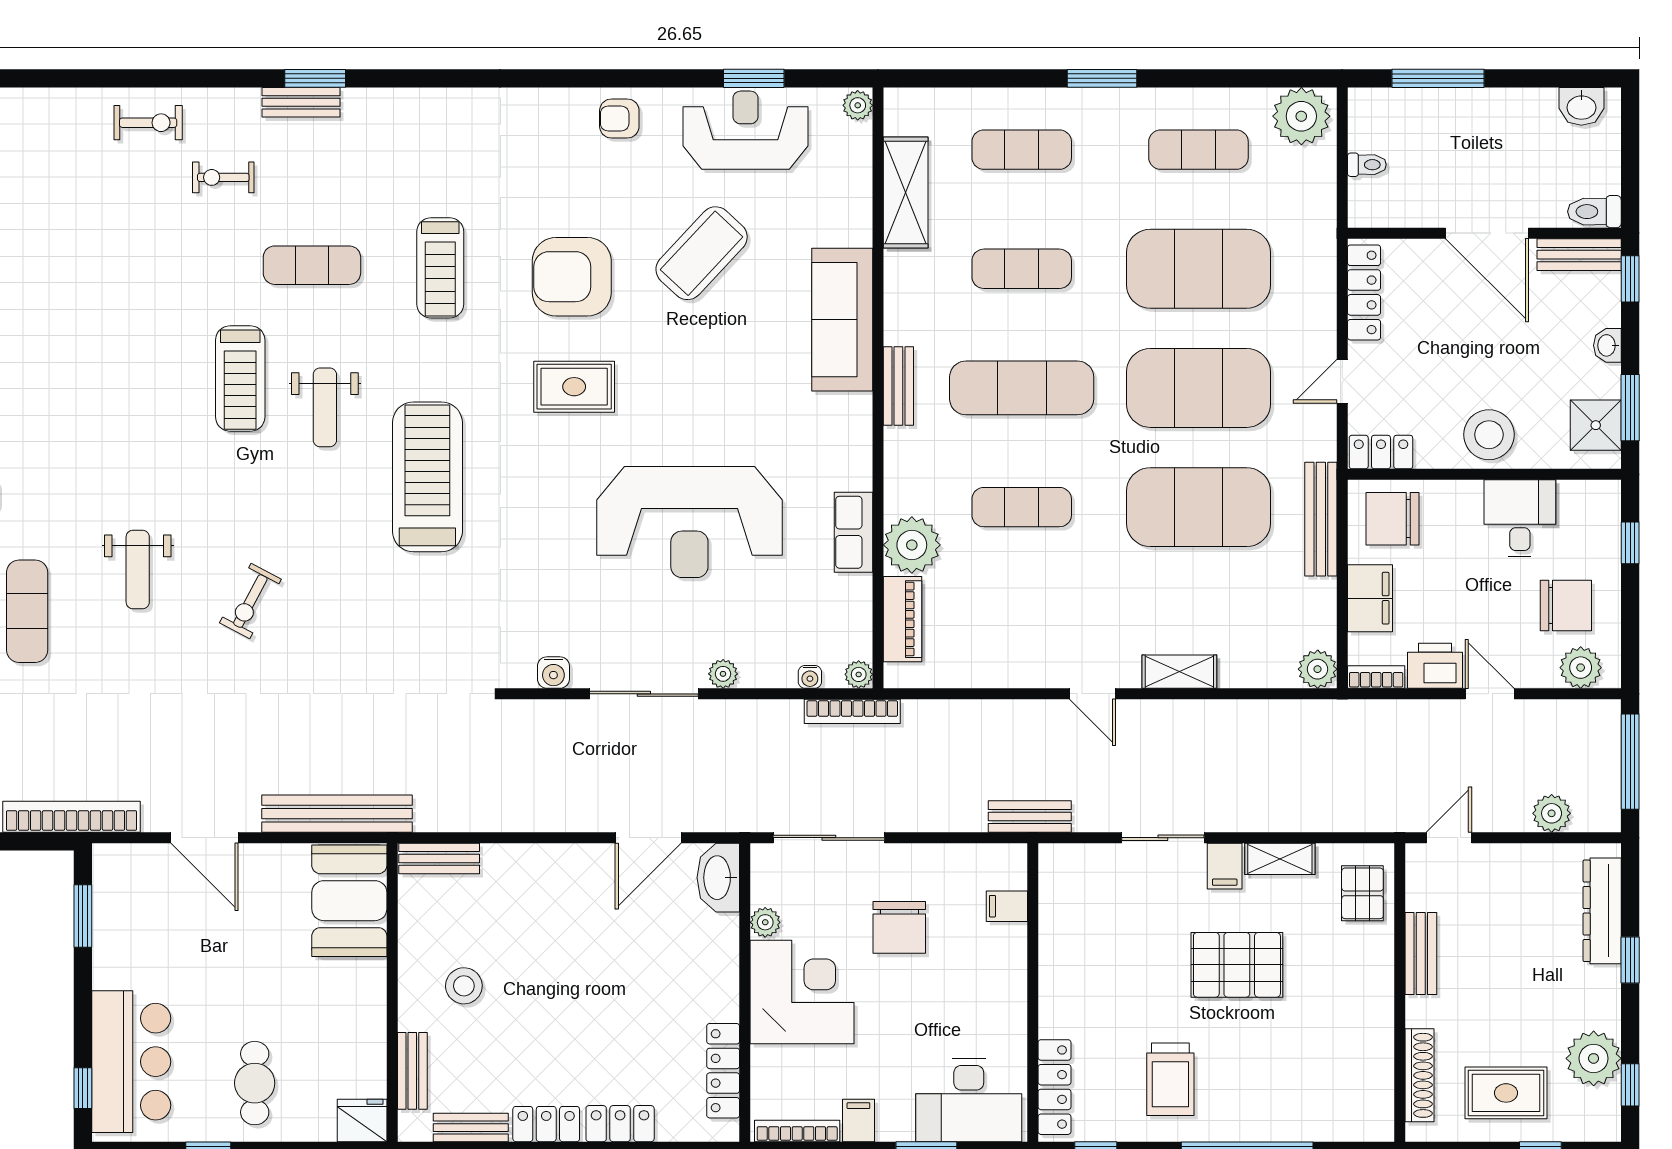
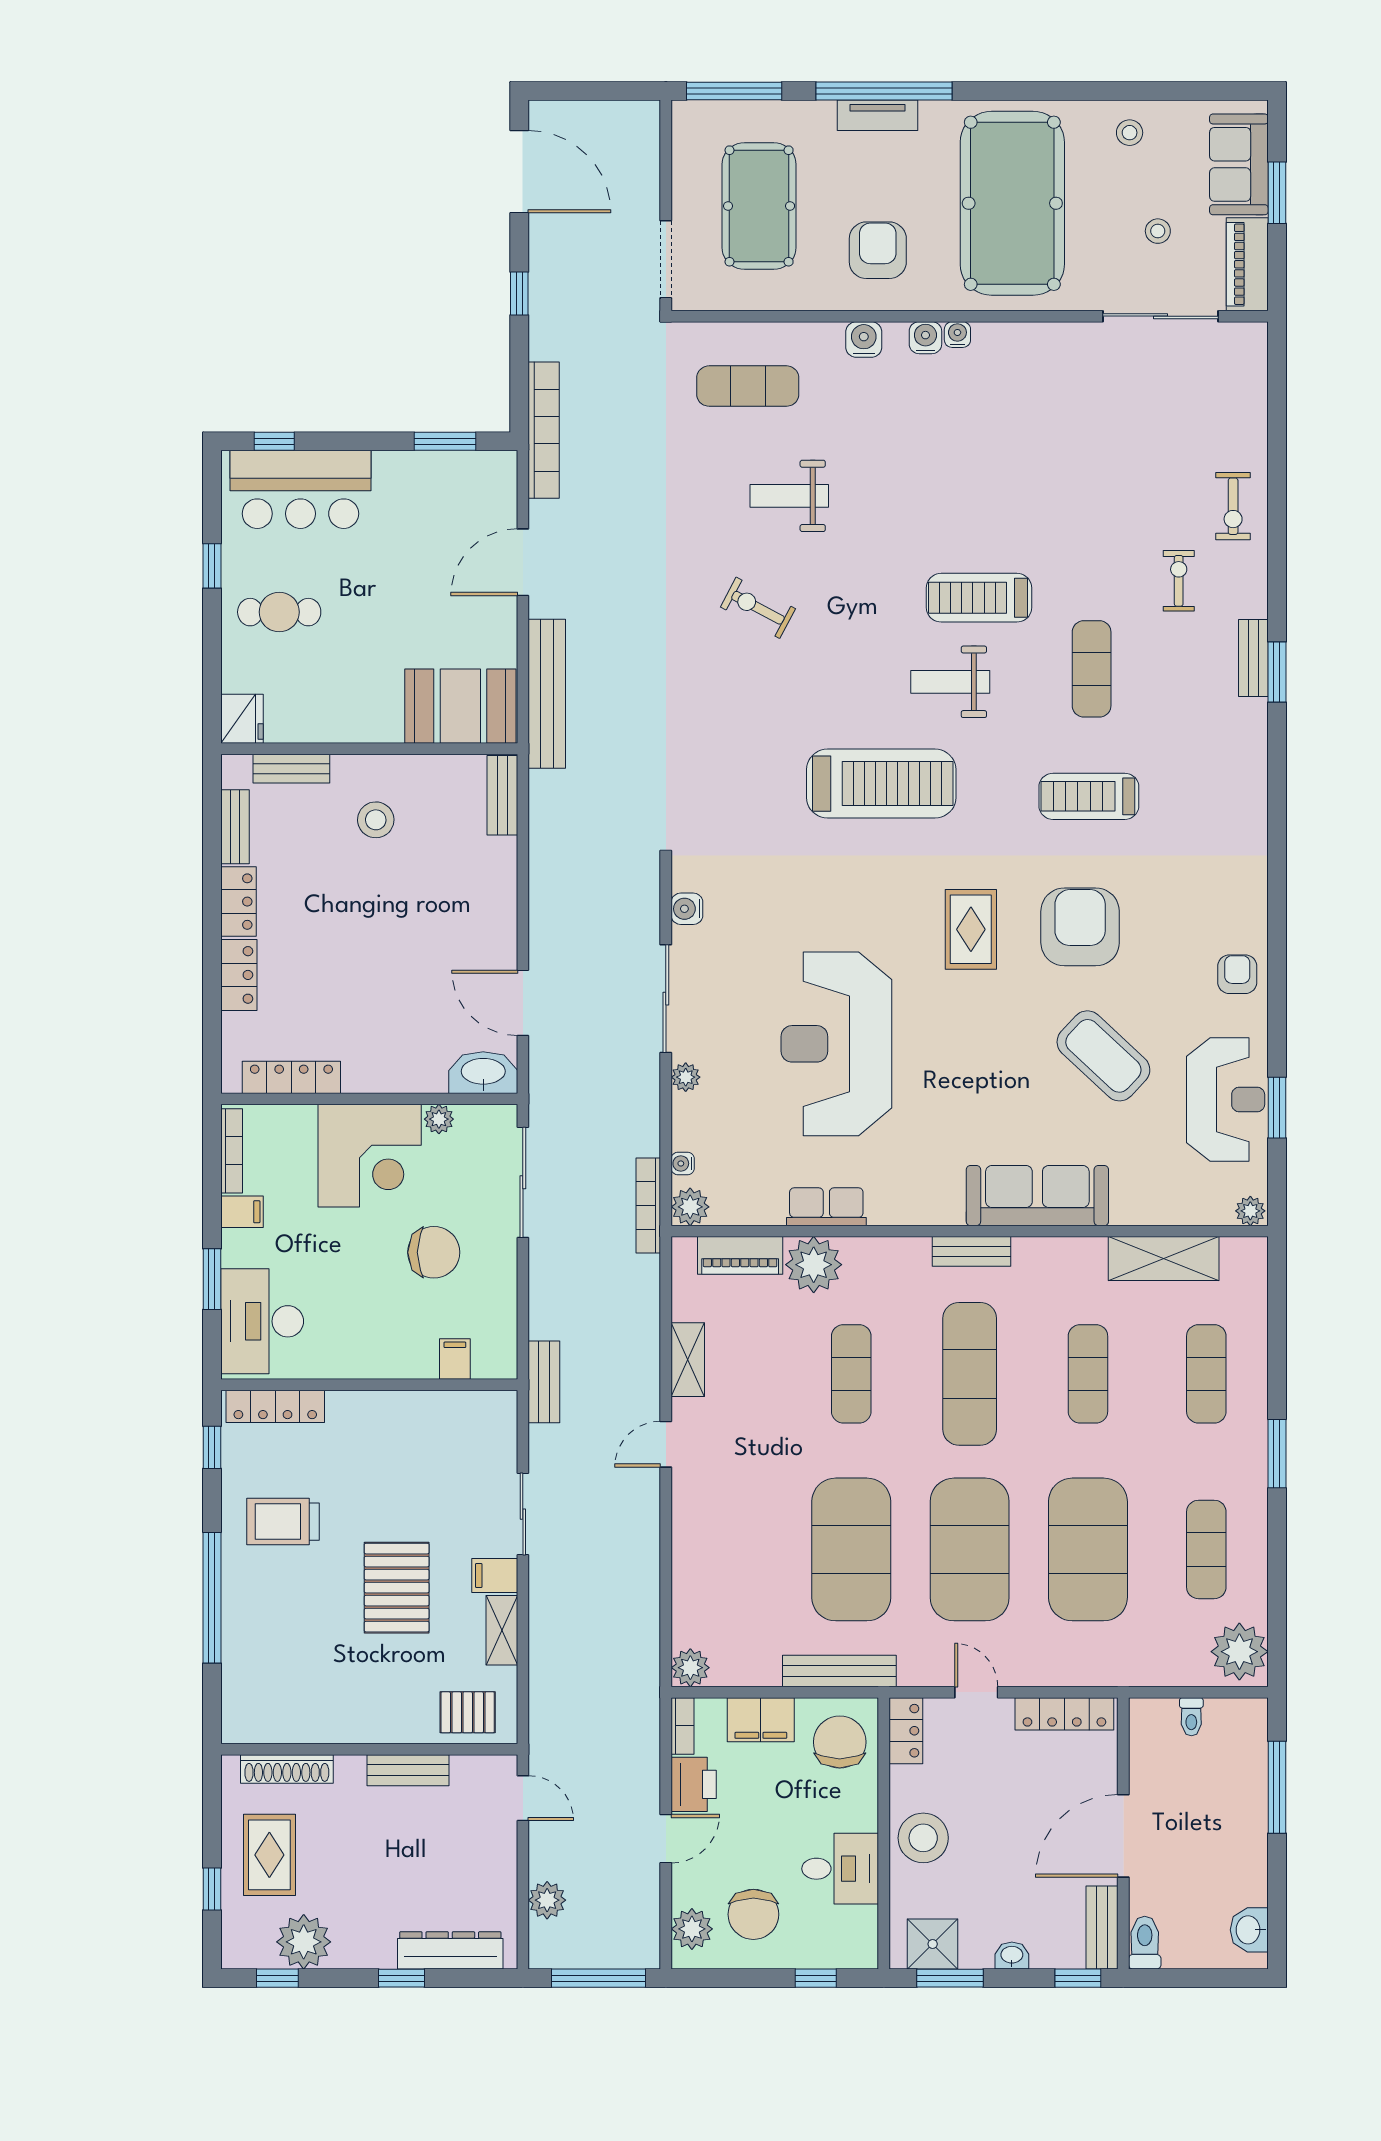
shelving: (1179, 672) -> (688, 1360), moved
plant: (859, 674) -> (690, 1207), width x1.38, depth x1.38
chair: (899, 927) -> (434, 1252), turned 180

